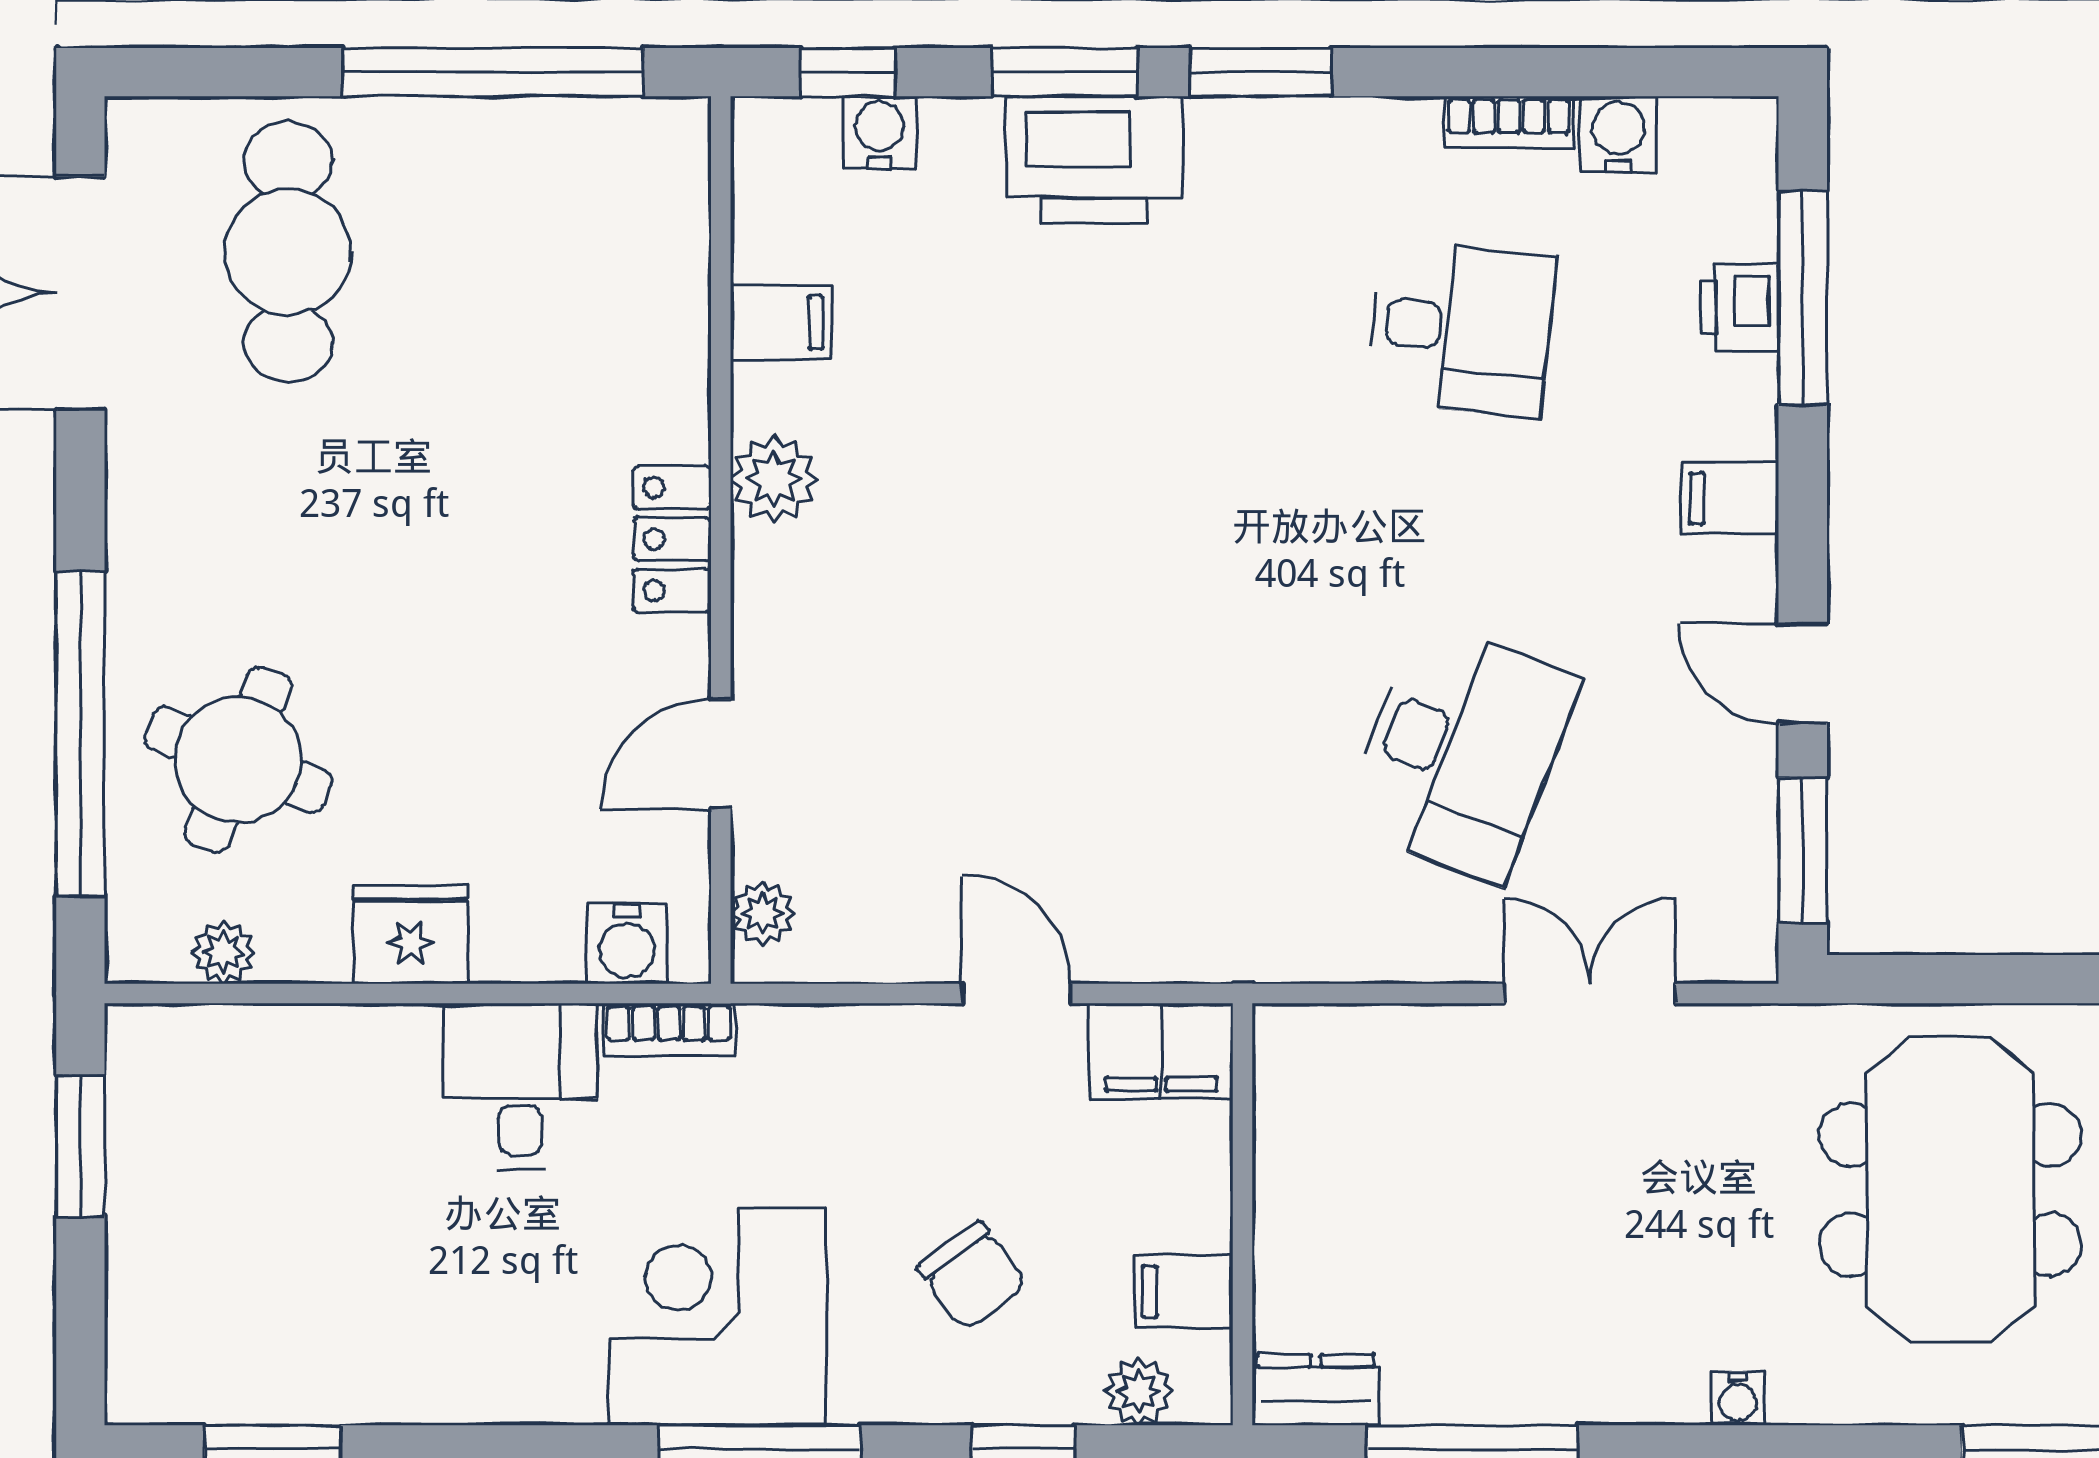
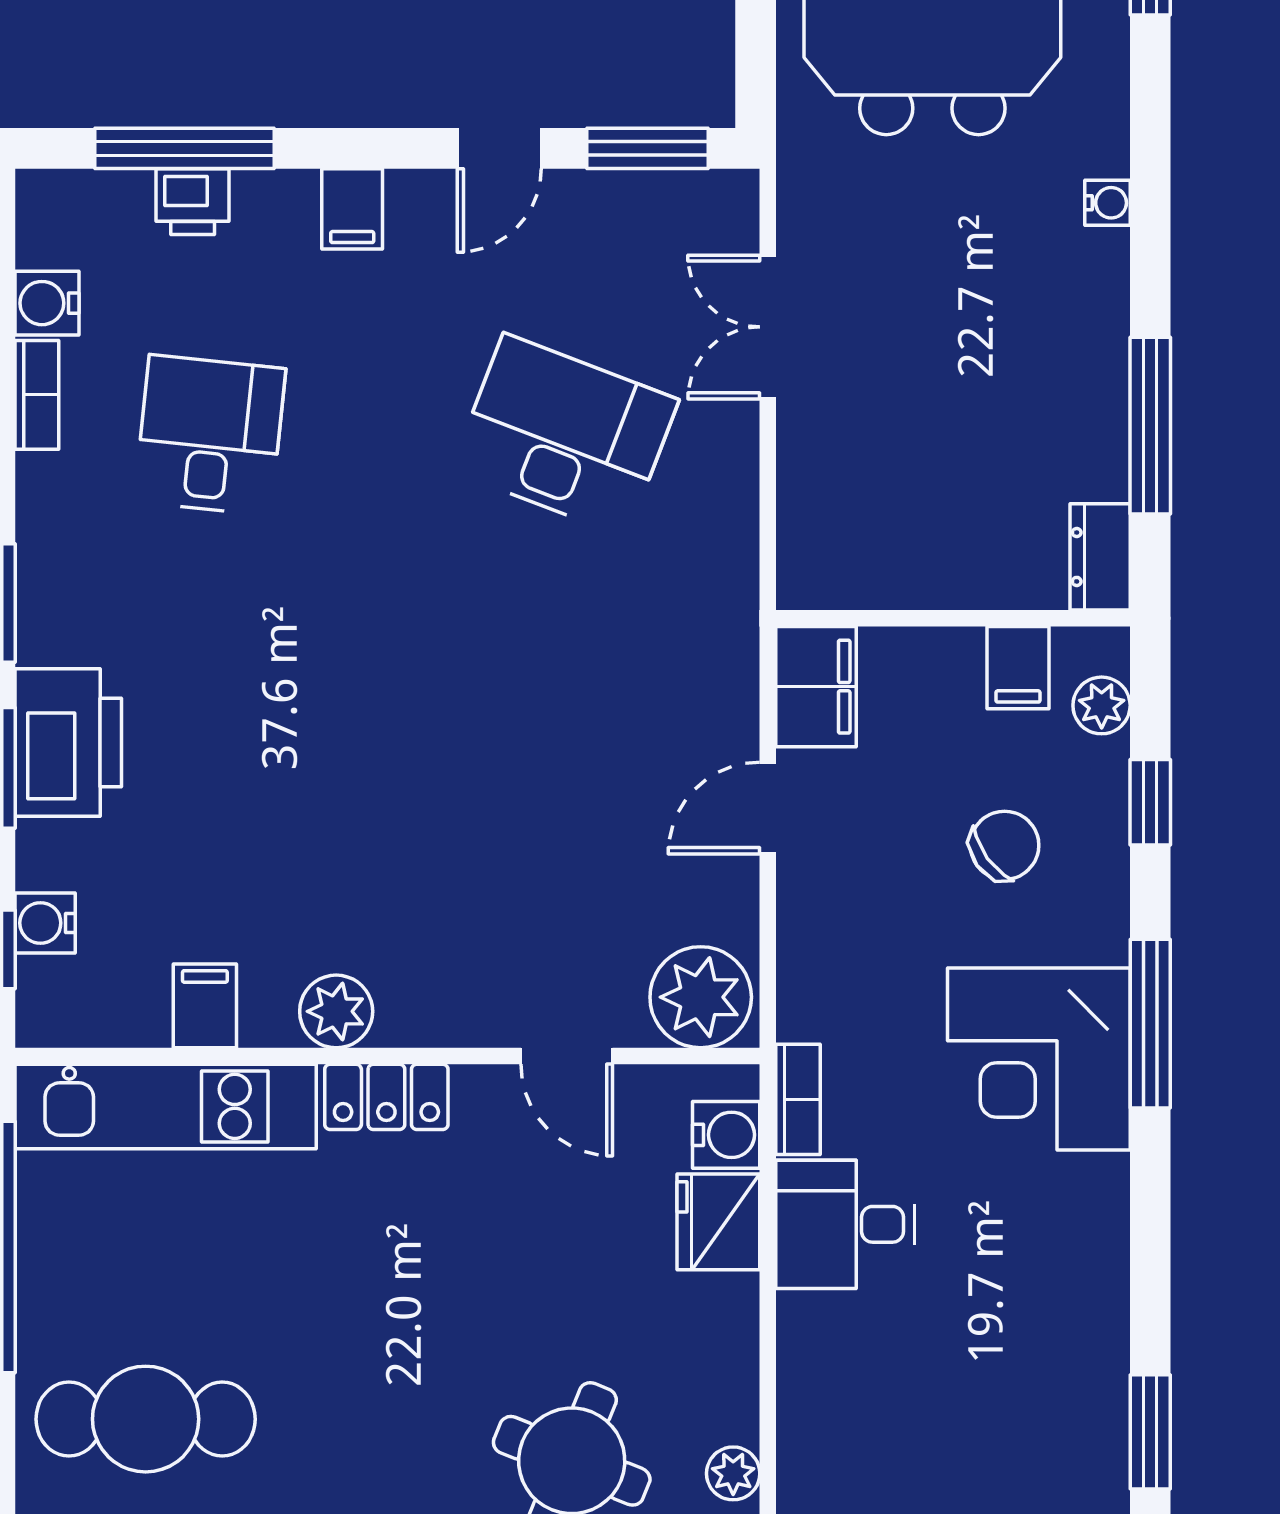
kitchen unit: (661, 276) -> (166, 1106), added
plant: (763, 914) -> (701, 997), width x1.87, depth x1.87
fridge: (410, 935) -> (718, 1222), moved

